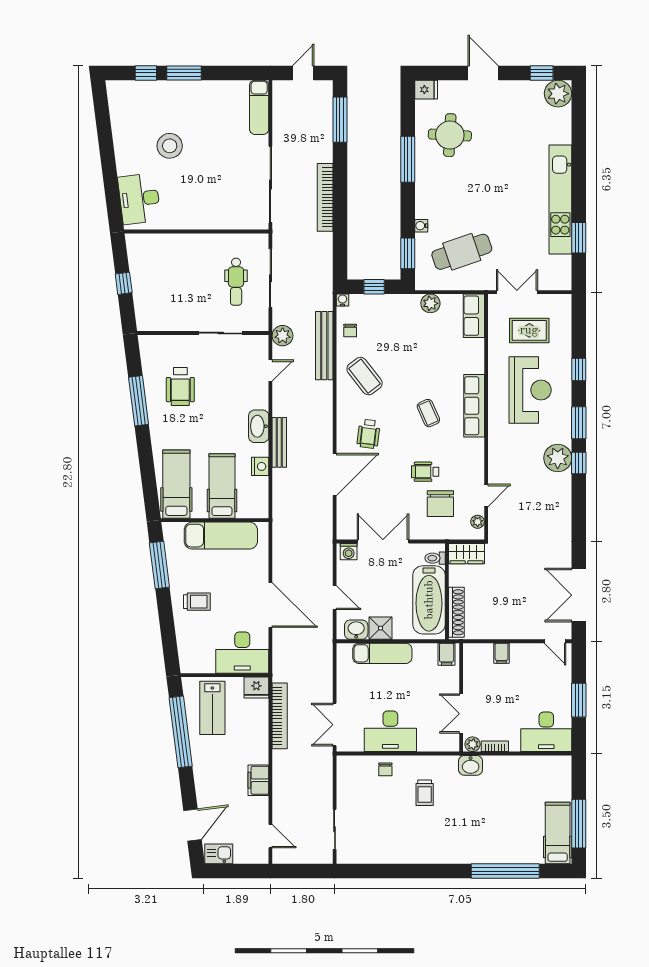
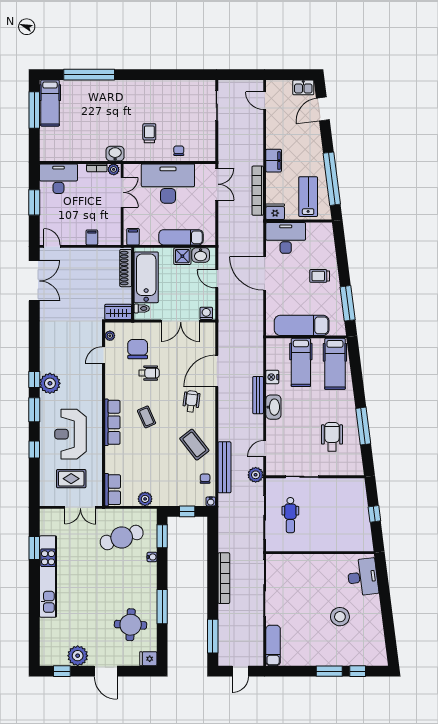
plant: (558, 94) -> (78, 656), moved
dental chair: (236, 282) -> (290, 515), turned 180
desk: (390, 731) -> (168, 184), width x1.36, depth x1.30
filing cabinet: (258, 780) -> (274, 161), moved

